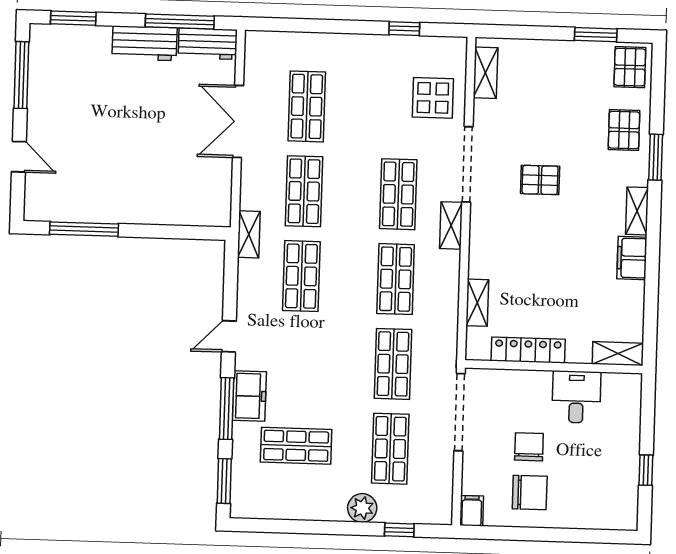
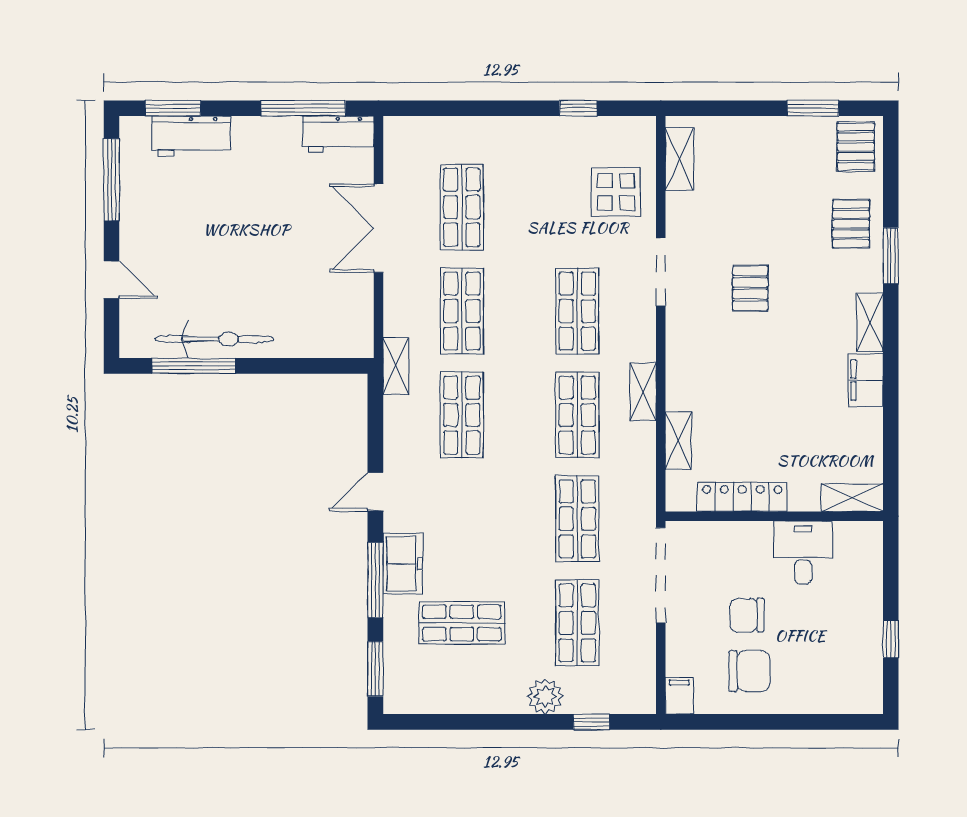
workbench: (145, 43) -> (191, 136), moved
doorway: (467, 164) -> (661, 272), width x0.73
pallet: (540, 180) -> (750, 288), turned 90
bicycle: (101, 208) -> (214, 339), added
shelving: (451, 225) -> (643, 392), moved
chair: (529, 447) -> (747, 615), turned -90

